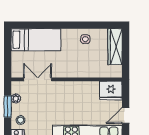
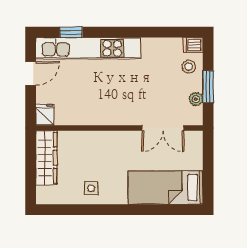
wardrobe: (115, 47) -> (46, 158), moved
fridge: (111, 91) -> (45, 115), width x0.53, depth x0.75

